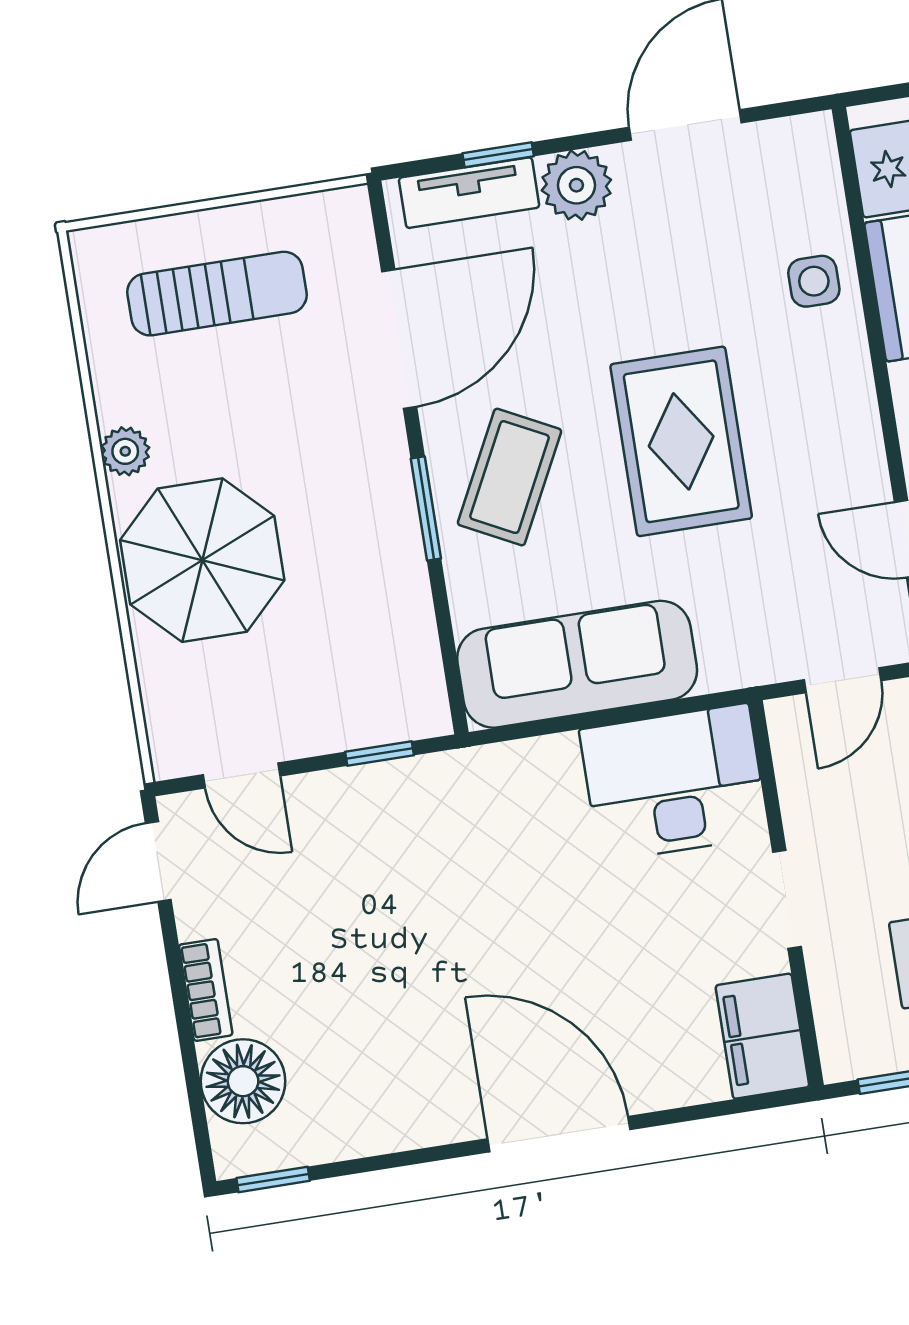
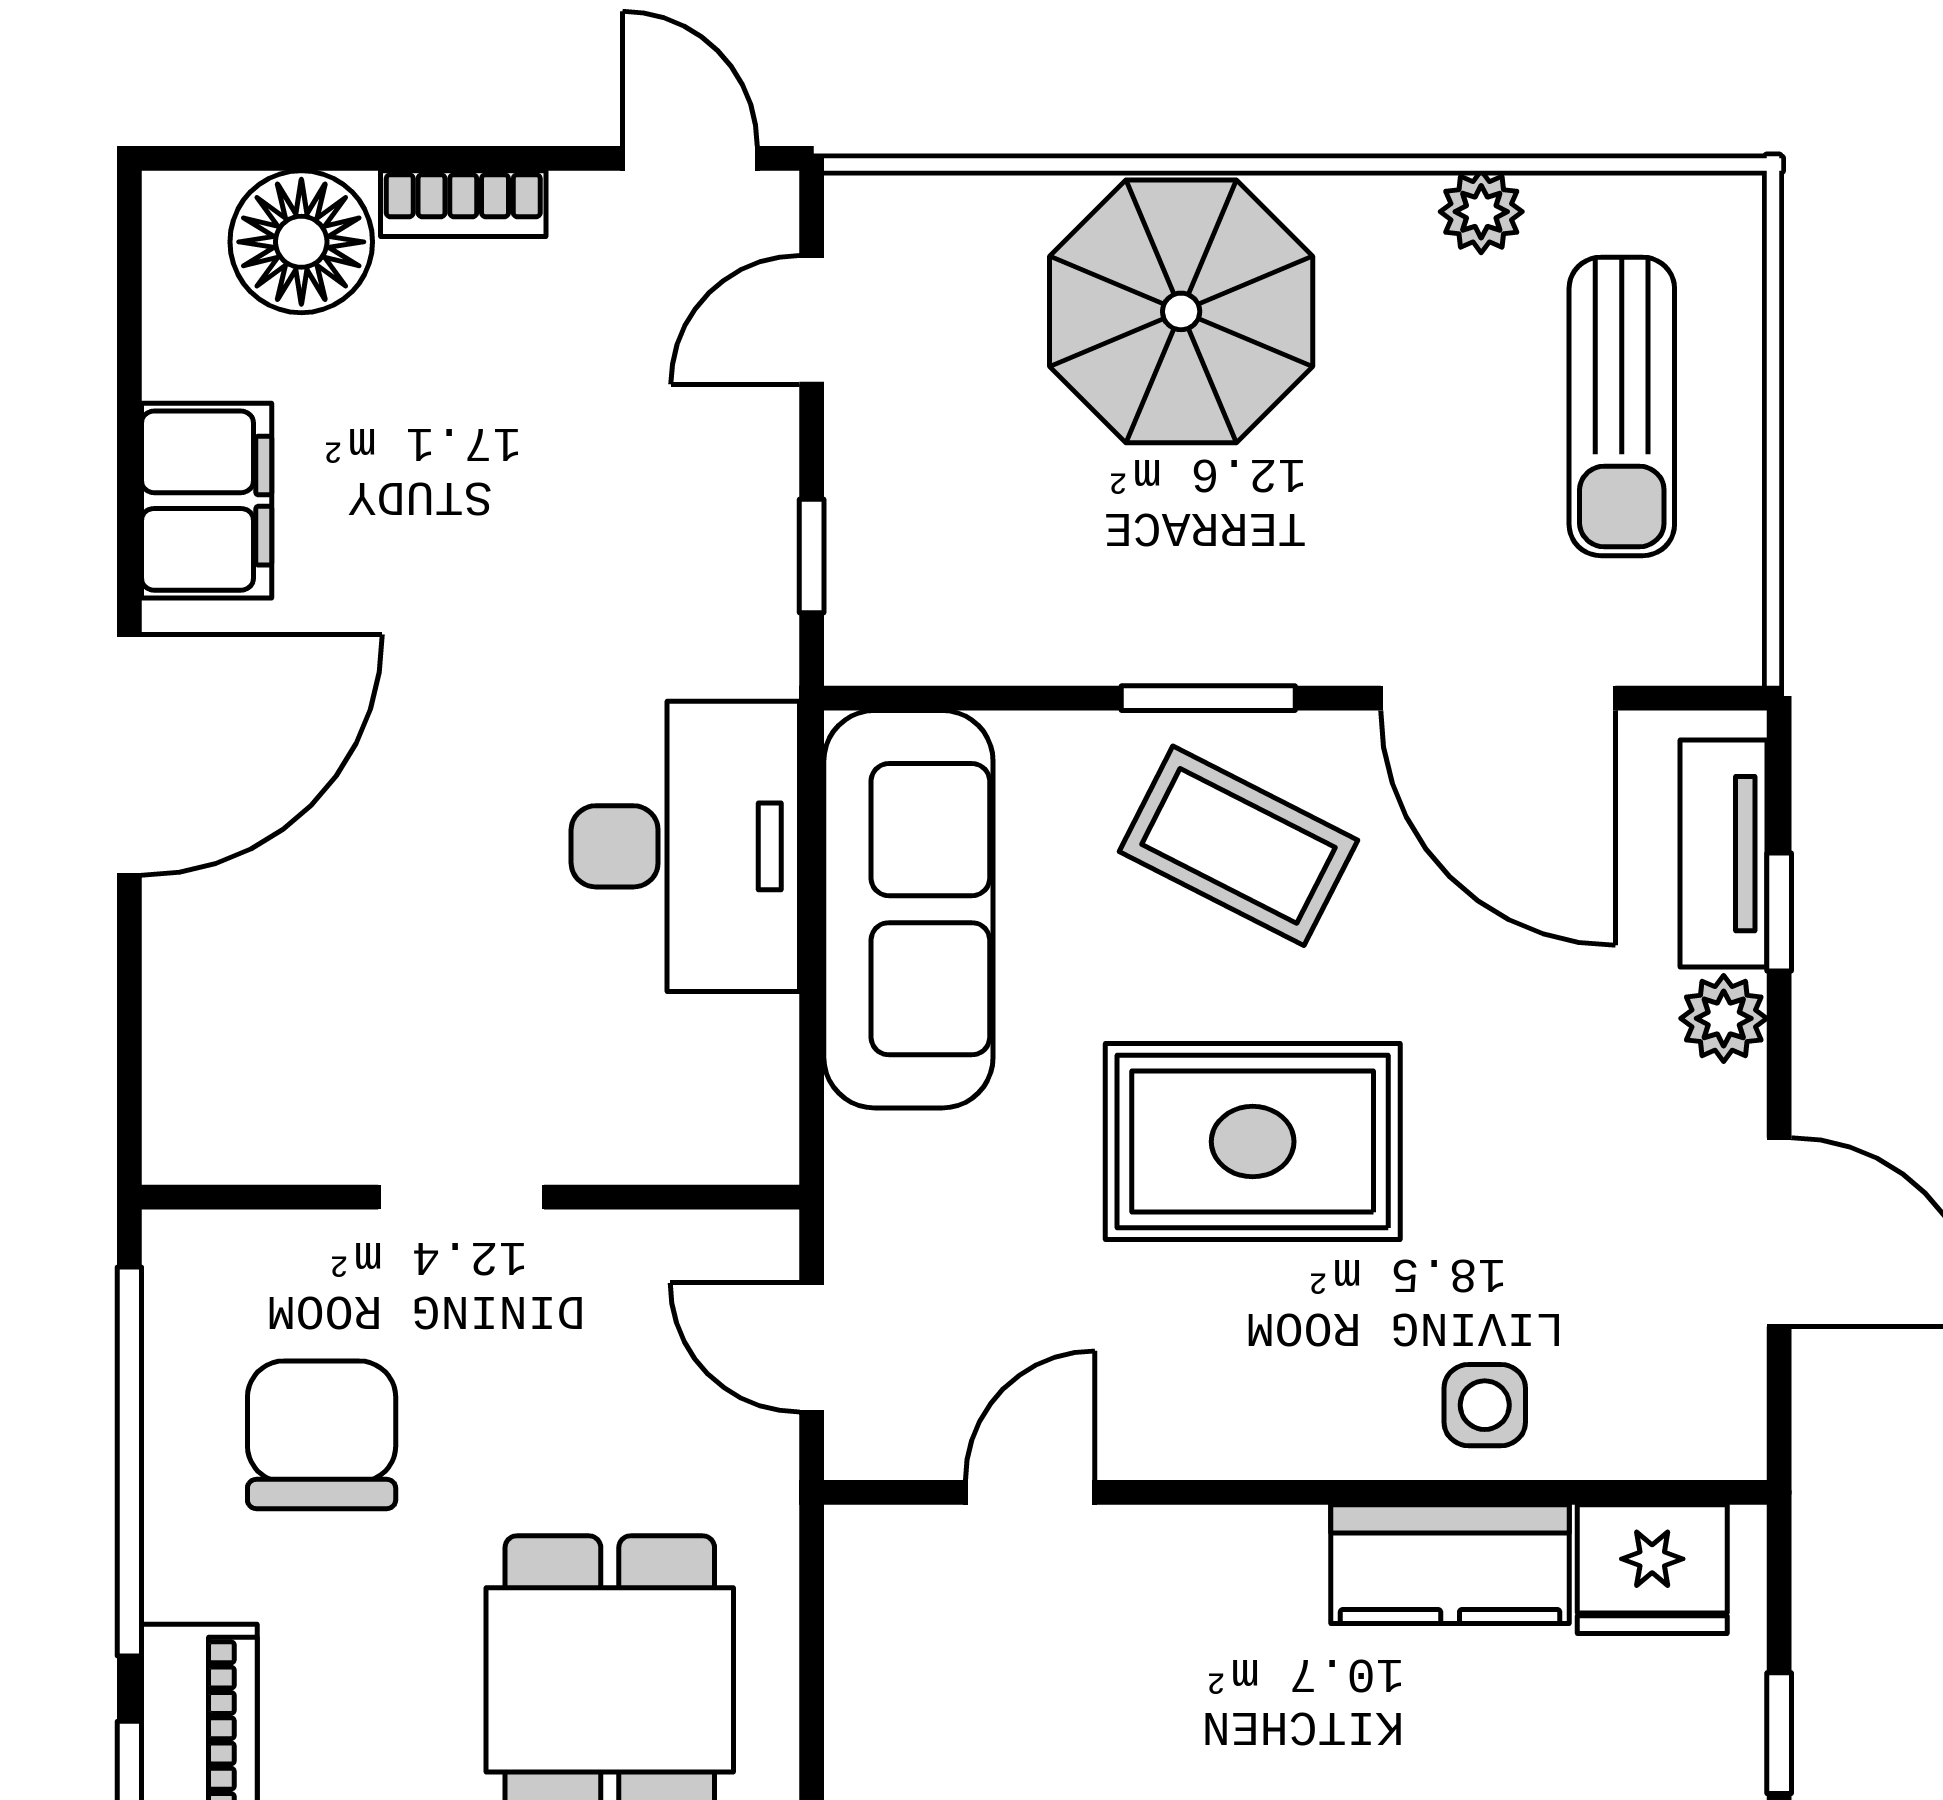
plant: (576, 185) -> (1724, 1018), width x0.73, depth x0.73
plant: (125, 451) -> (1481, 212), moved
desk: (674, 783) -> (685, 846), moved
filing cabinet: (762, 1036) -> (207, 501), moved, turned 90
window: (273, 1179) -> (129, 266), removed

